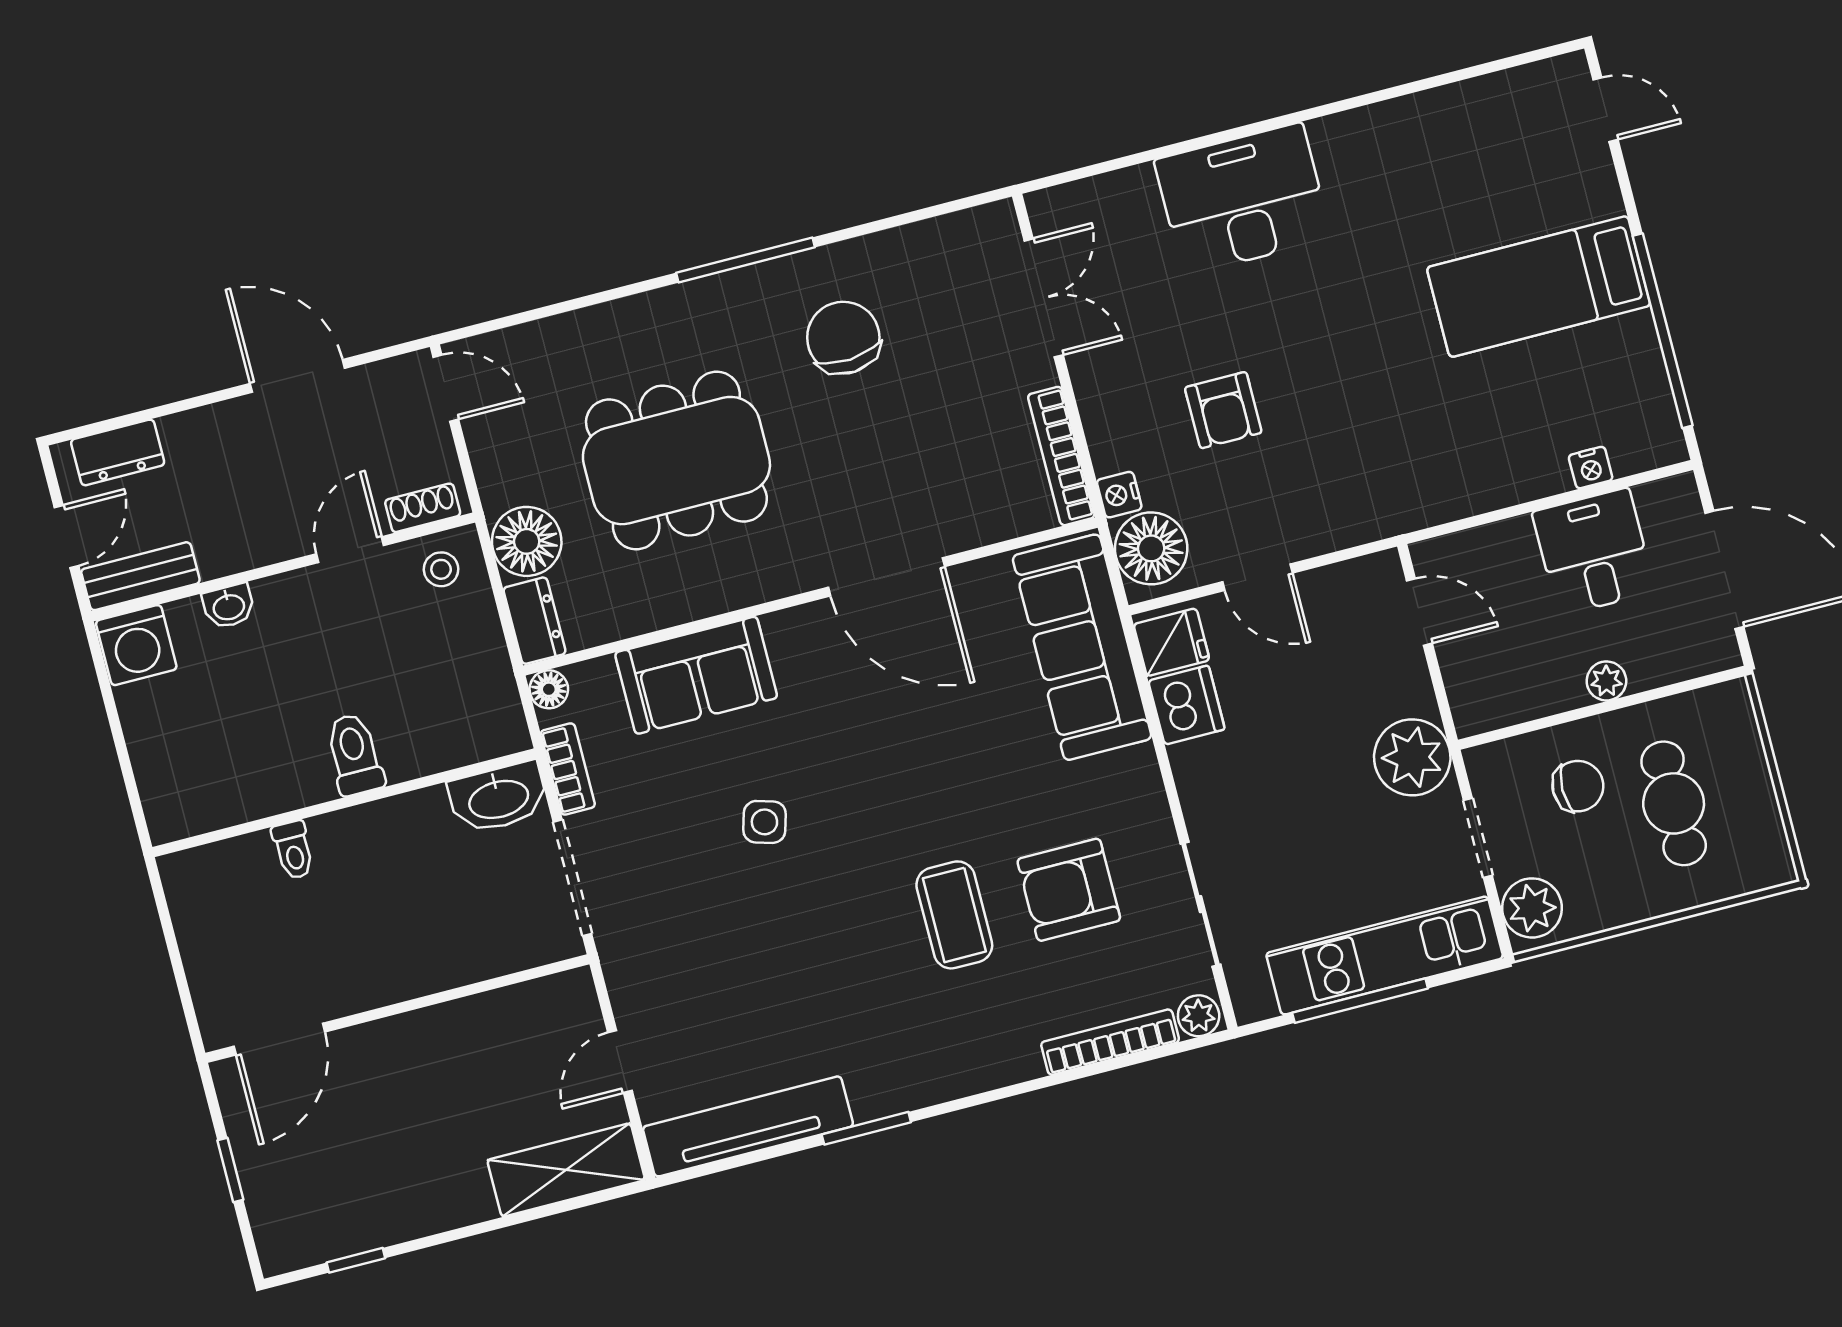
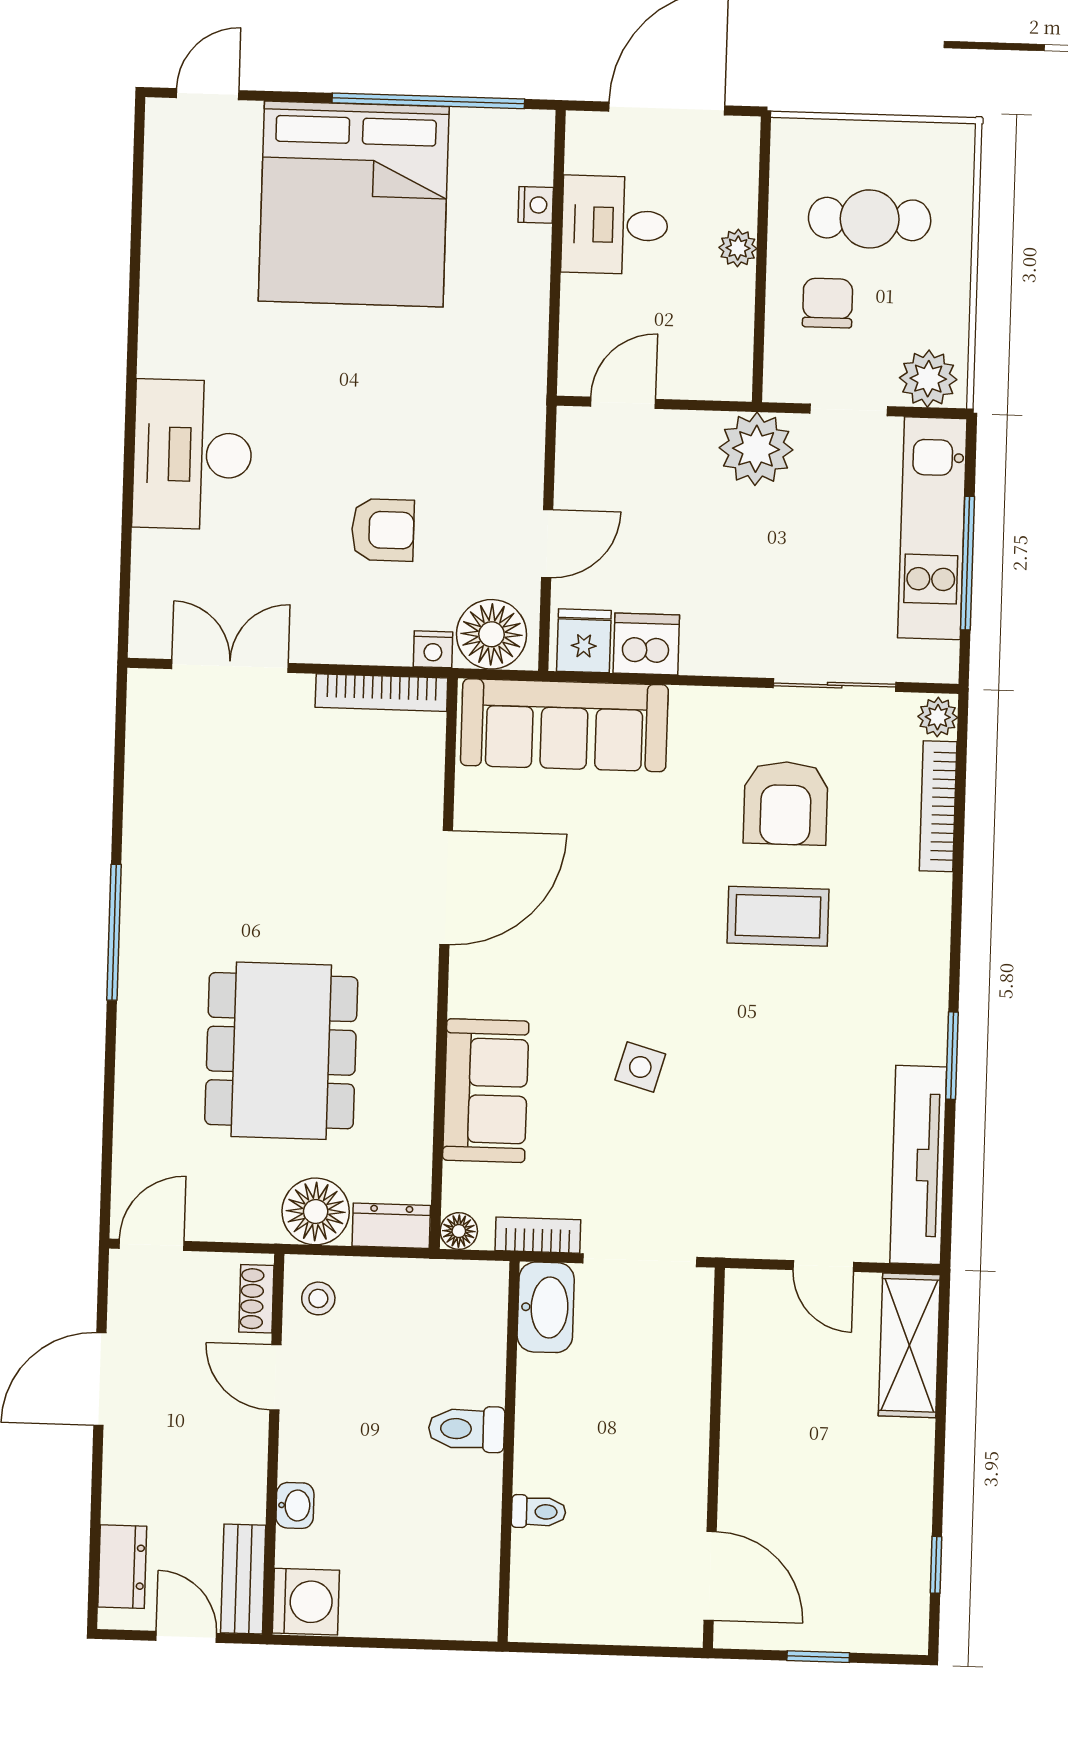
bed: (1539, 287) -> (354, 204), width x2.04
chair: (843, 338) -> (213, 863), removed

